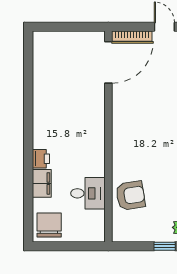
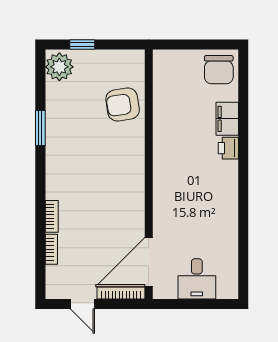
desk: (88, 193) -> (197, 279), moved, turned -90

